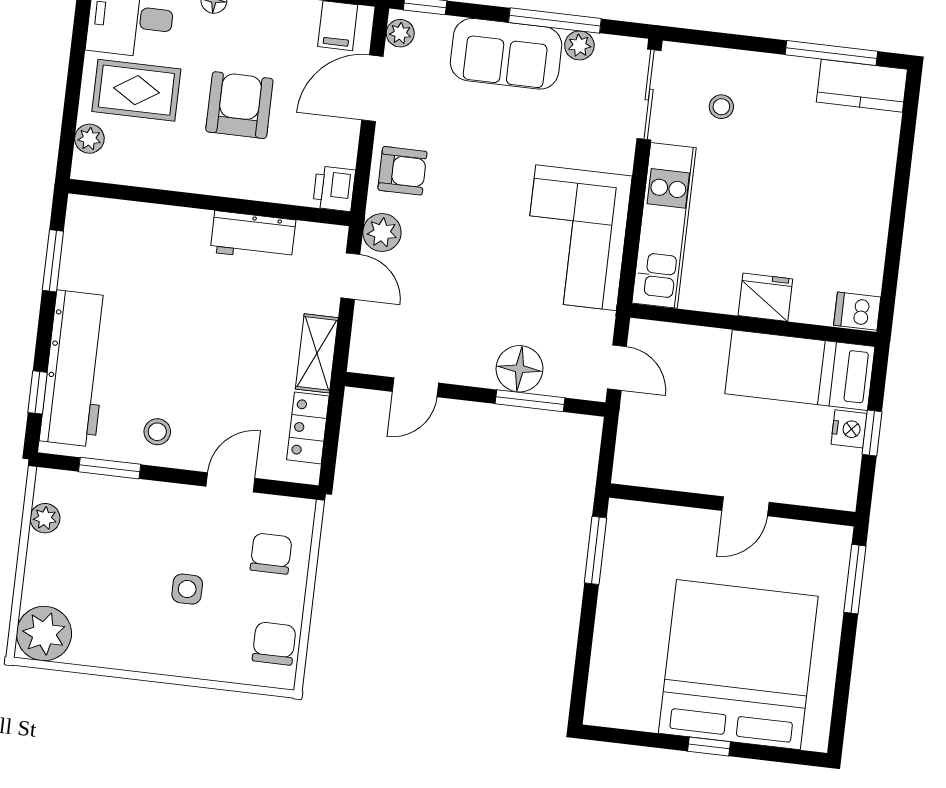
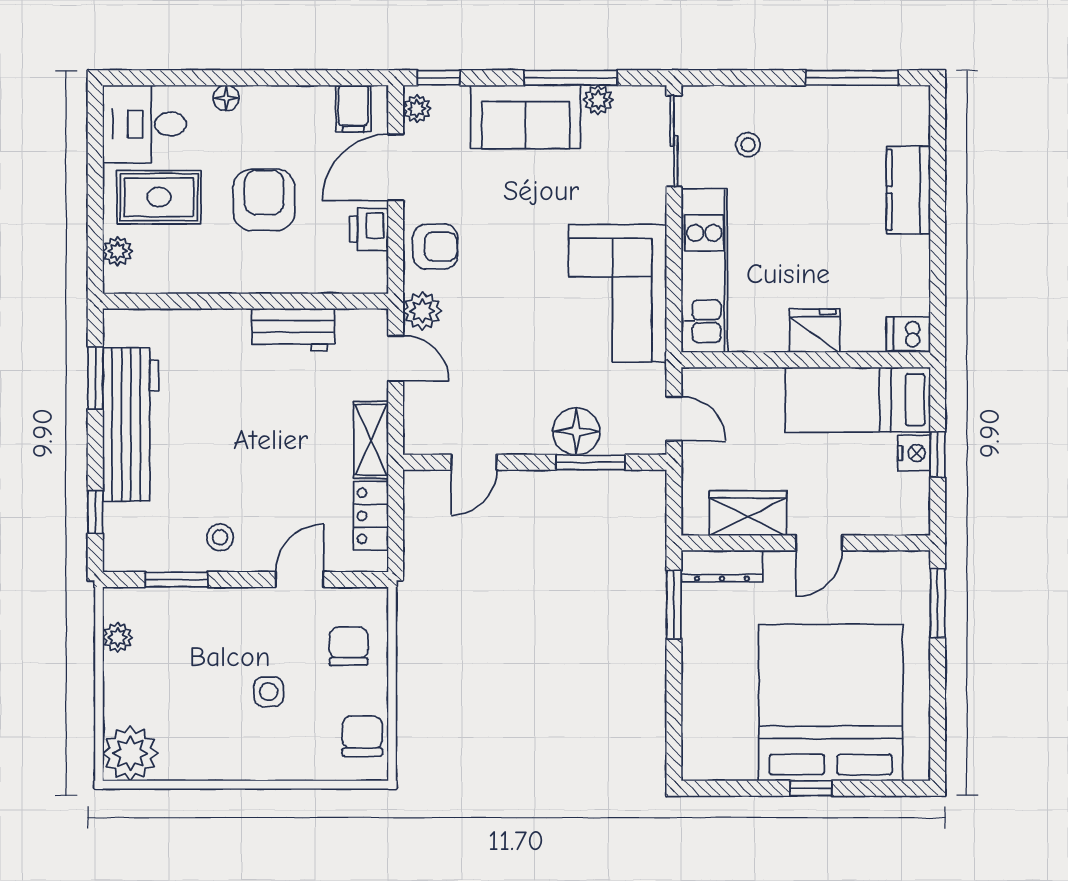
kitchen counter: (862, 86) -> (908, 190), moved, turned 90
printer: (334, 189) -> (369, 229), moved
workbench: (76, 369) -> (131, 425), moved
wardrobe: (679, 469) -> (748, 513), added
dresser: (647, 518) -> (722, 566), added

